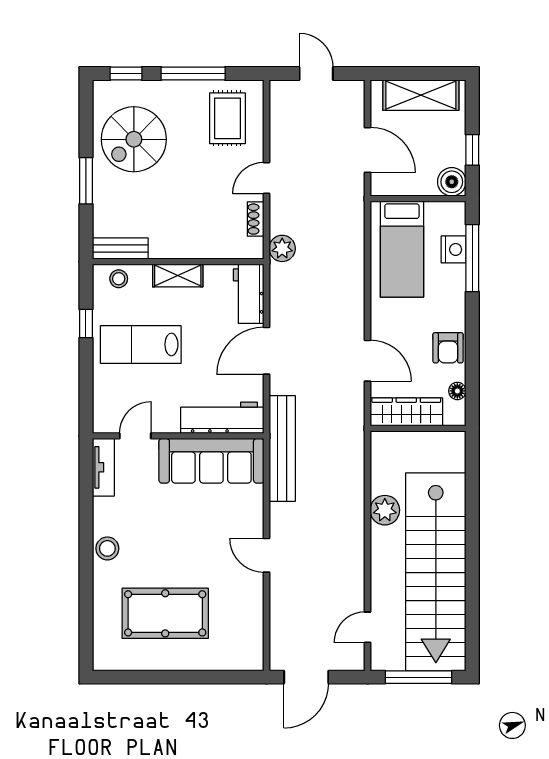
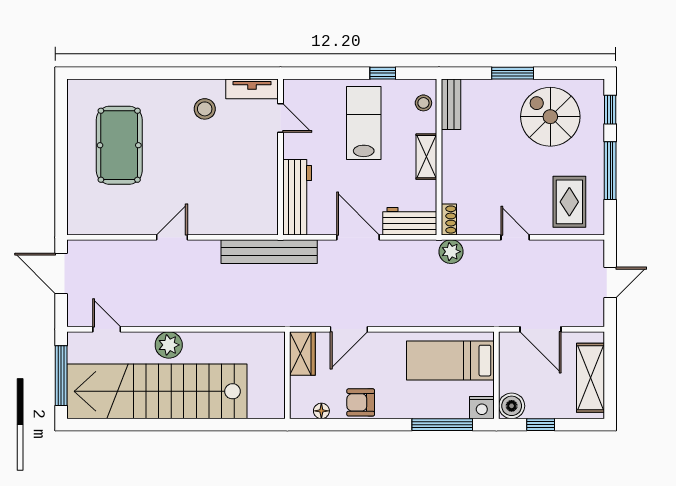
rug: (227, 118) -> (569, 202), turned 90
door: (368, 150) -> (541, 329), hinge flipped
shoe rack: (256, 219) -> (449, 220), moved, turned 90
nightstand: (454, 249) -> (482, 408), moved
wardrobe: (406, 412) -> (302, 353), width x0.67
sofa: (211, 461) -> (258, 187), removed
plant: (385, 510) -> (169, 345), moved
stool: (107, 548) -> (205, 109), moved

